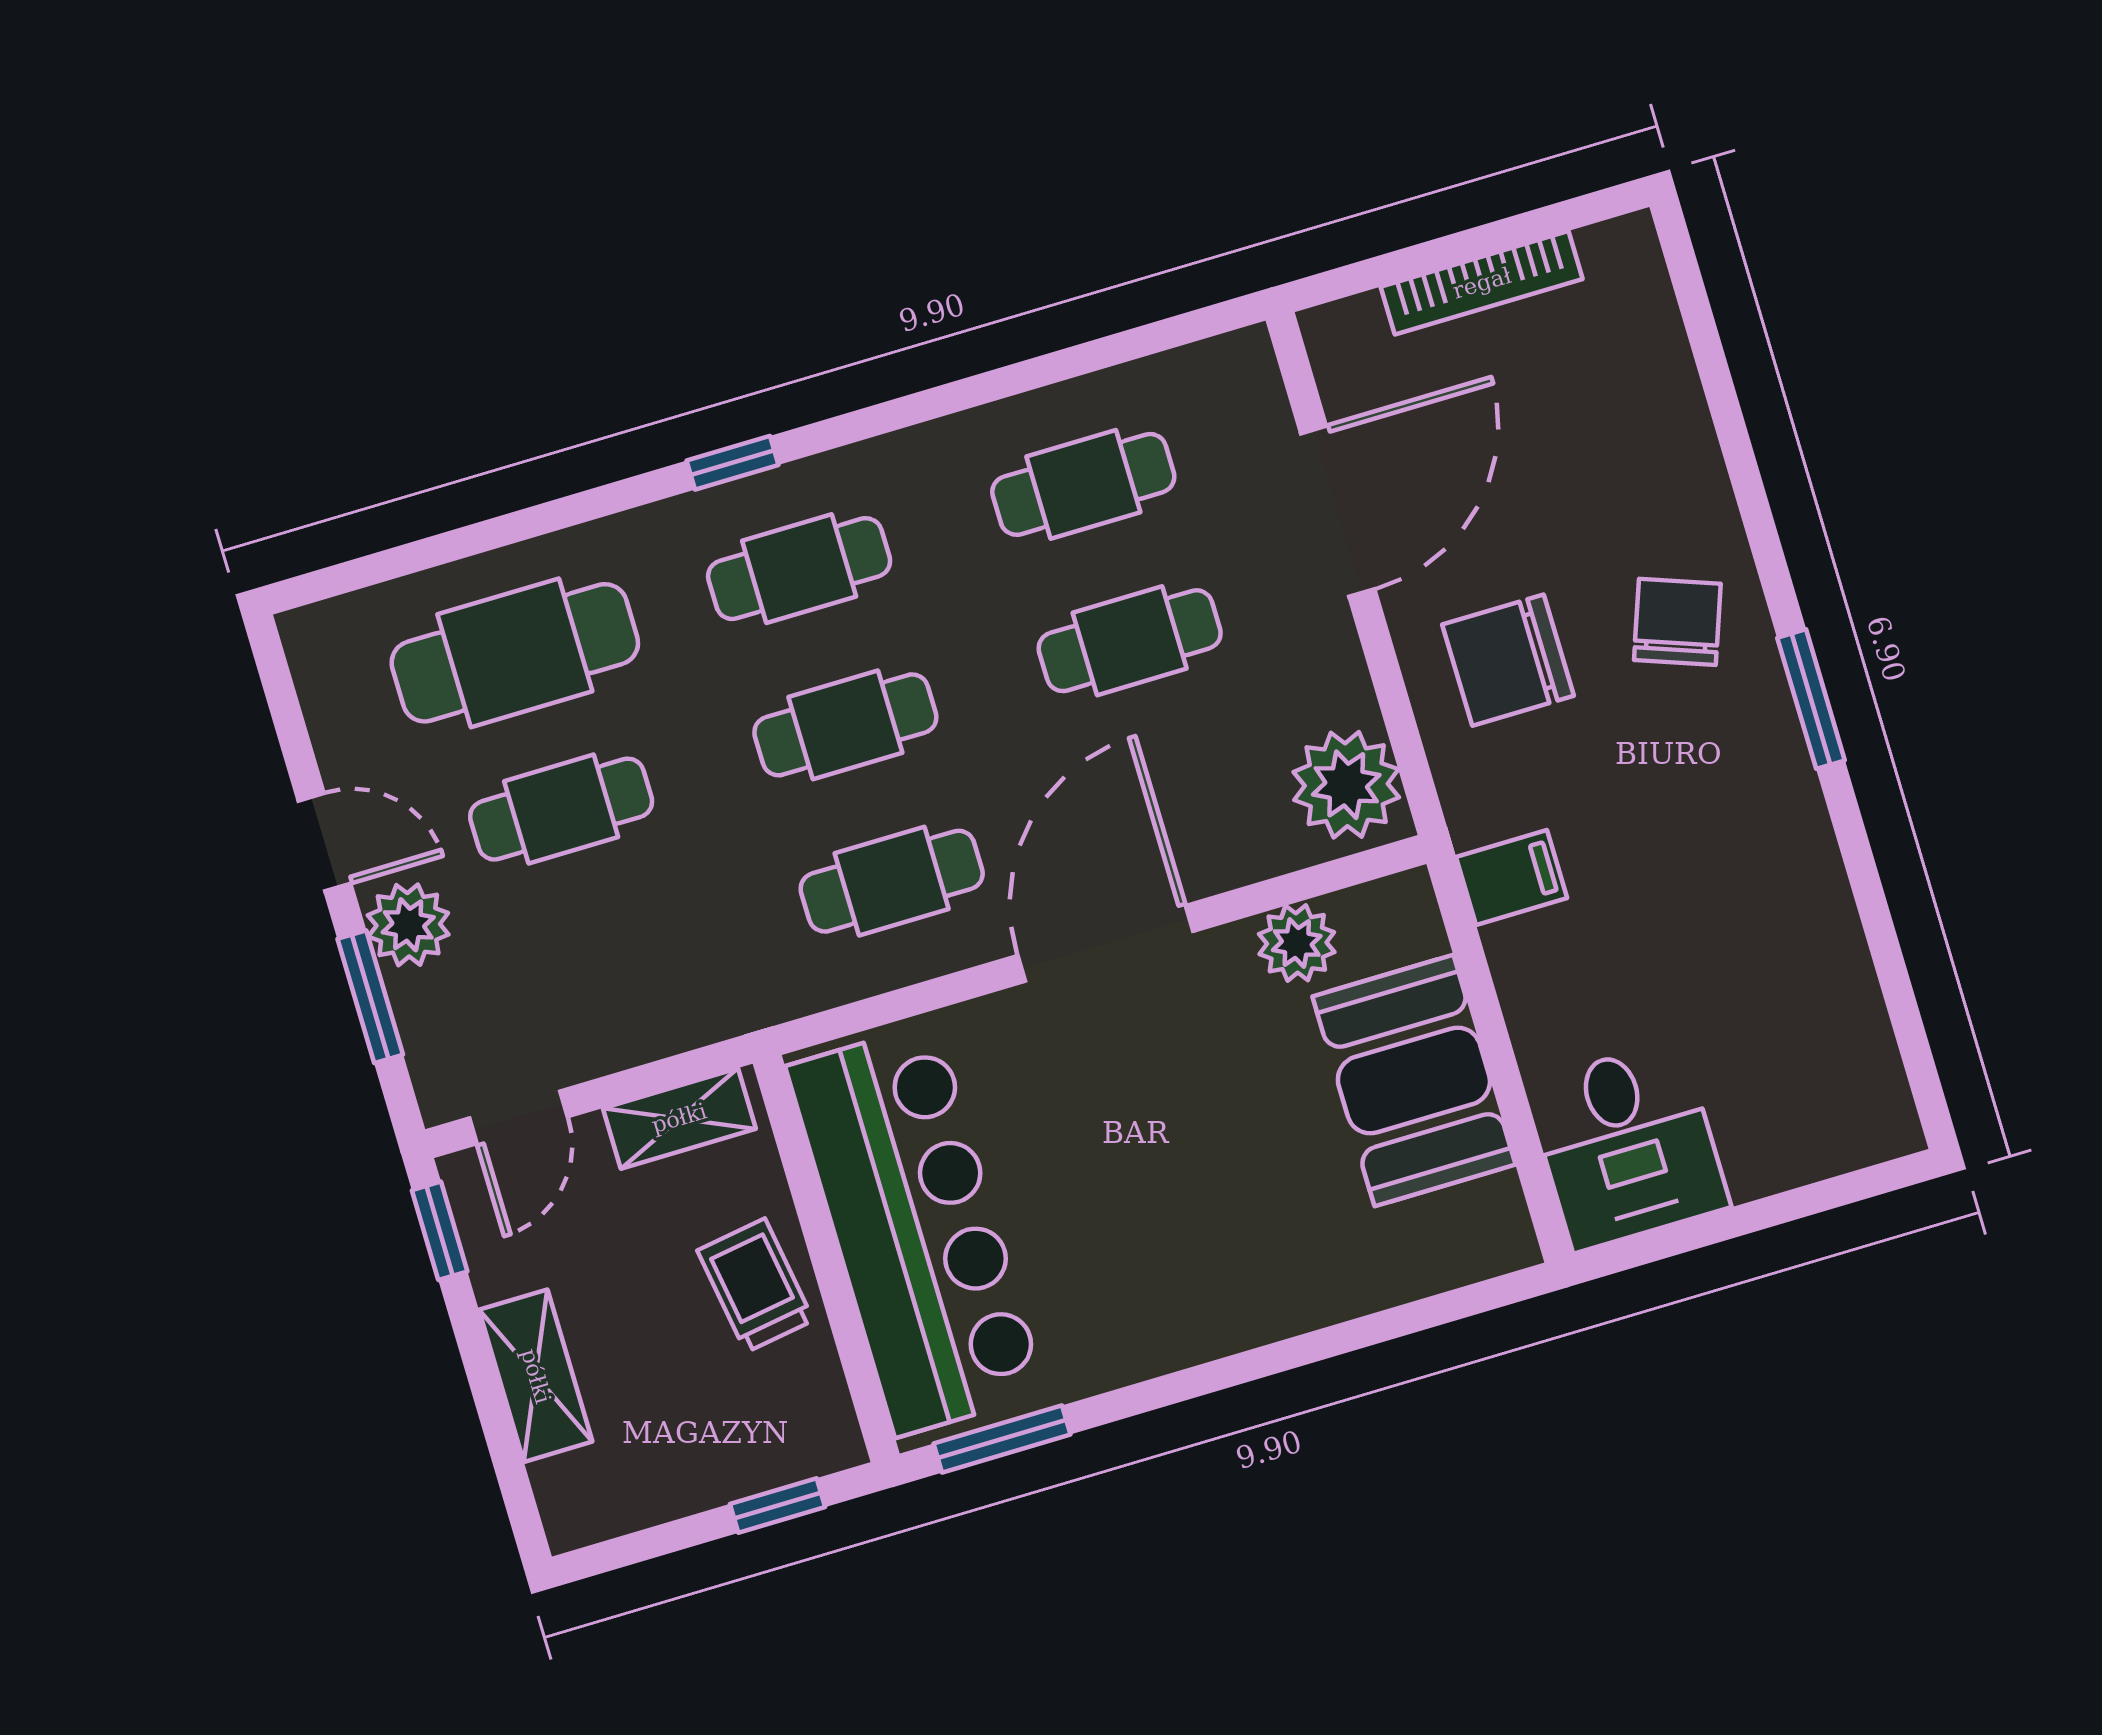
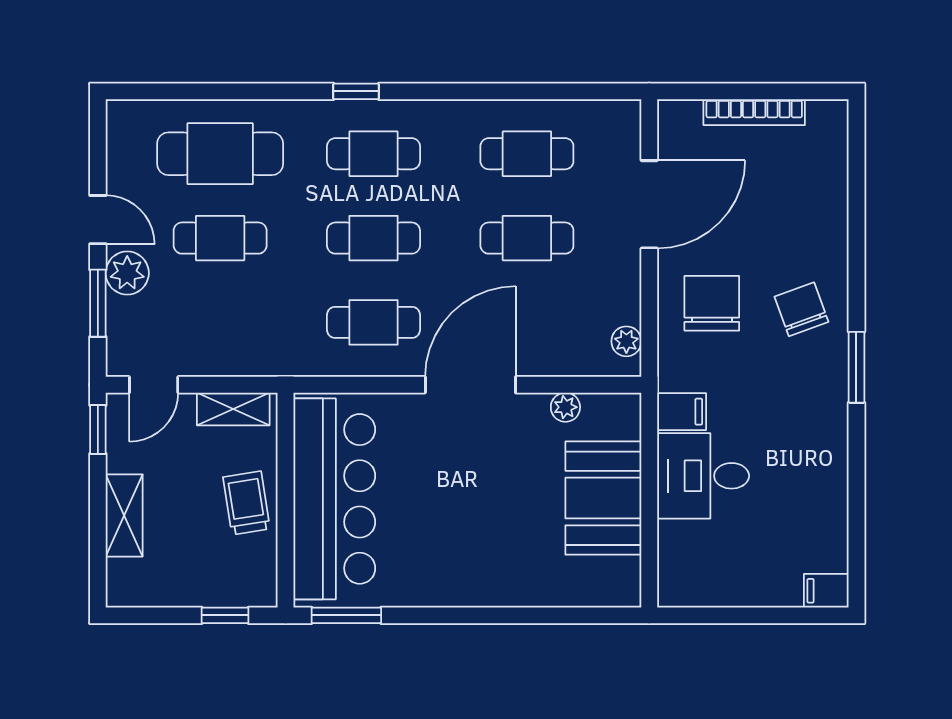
chair: (1677, 622) -> (801, 309), turned -40
chair: (1508, 660) -> (712, 303), turned 90
plant: (1346, 785) -> (626, 341), width x0.53, depth x0.53
plant: (1297, 943) -> (565, 407), width x0.73, depth x0.73
filing cabinet: (1878, 1130) -> (826, 591), added
desk: (1627, 1145) -> (703, 476), moved, turned 90

